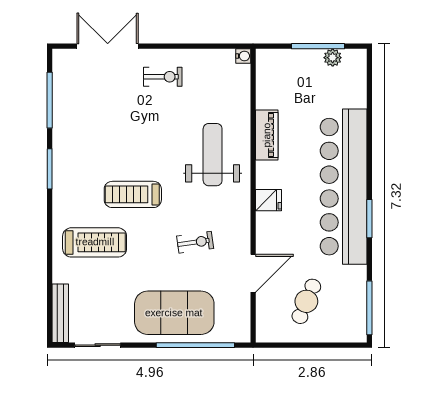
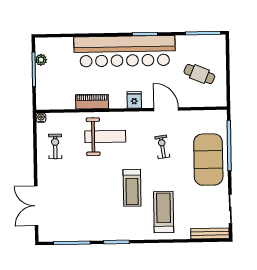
exercise bike: (163, 77) -> (55, 146), moved
weight bench: (213, 155) -> (105, 136), turned 180
door: (253, 273) -> (166, 109), moved

